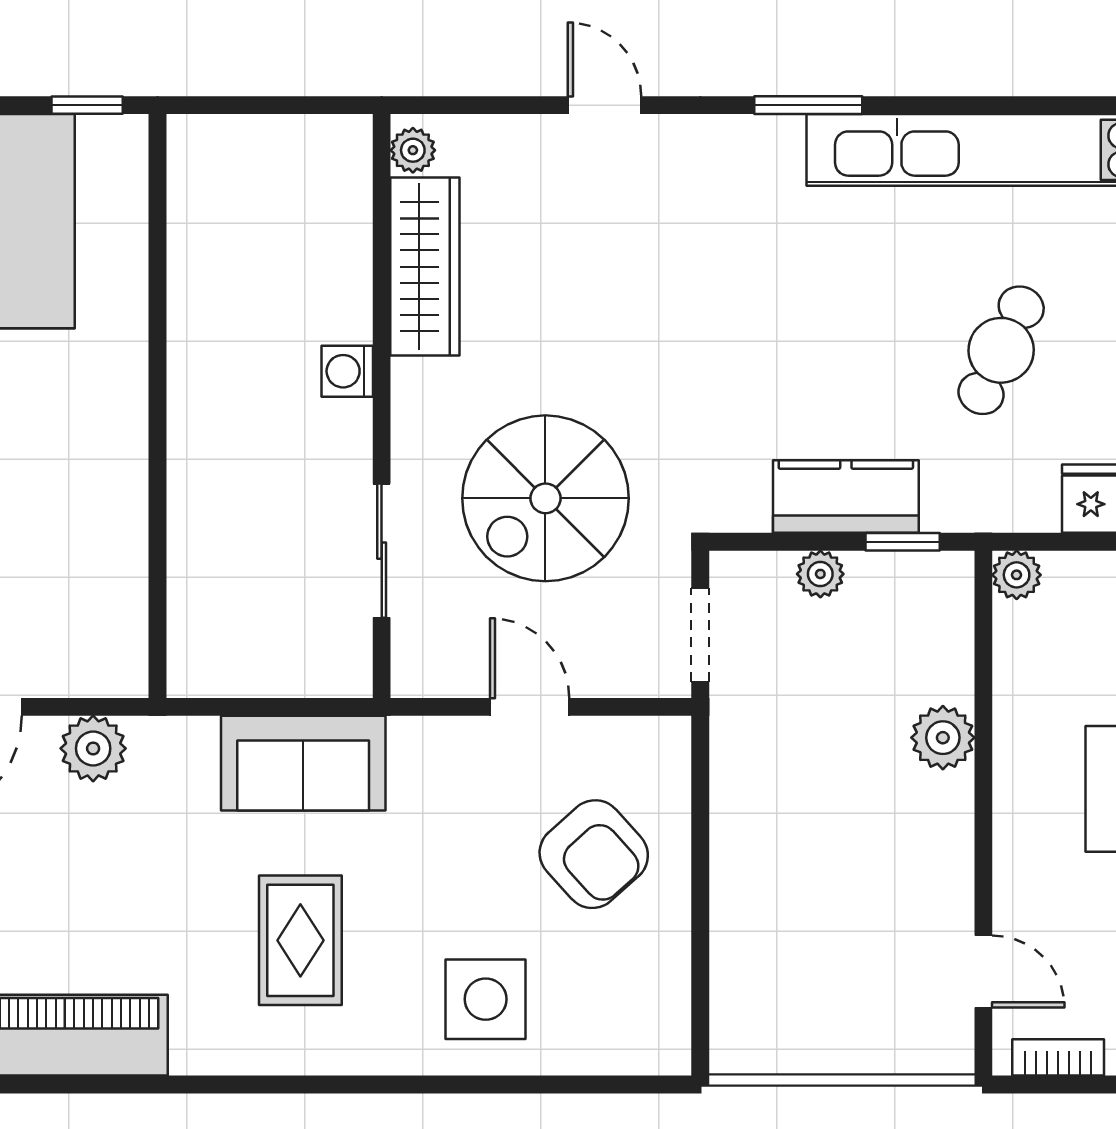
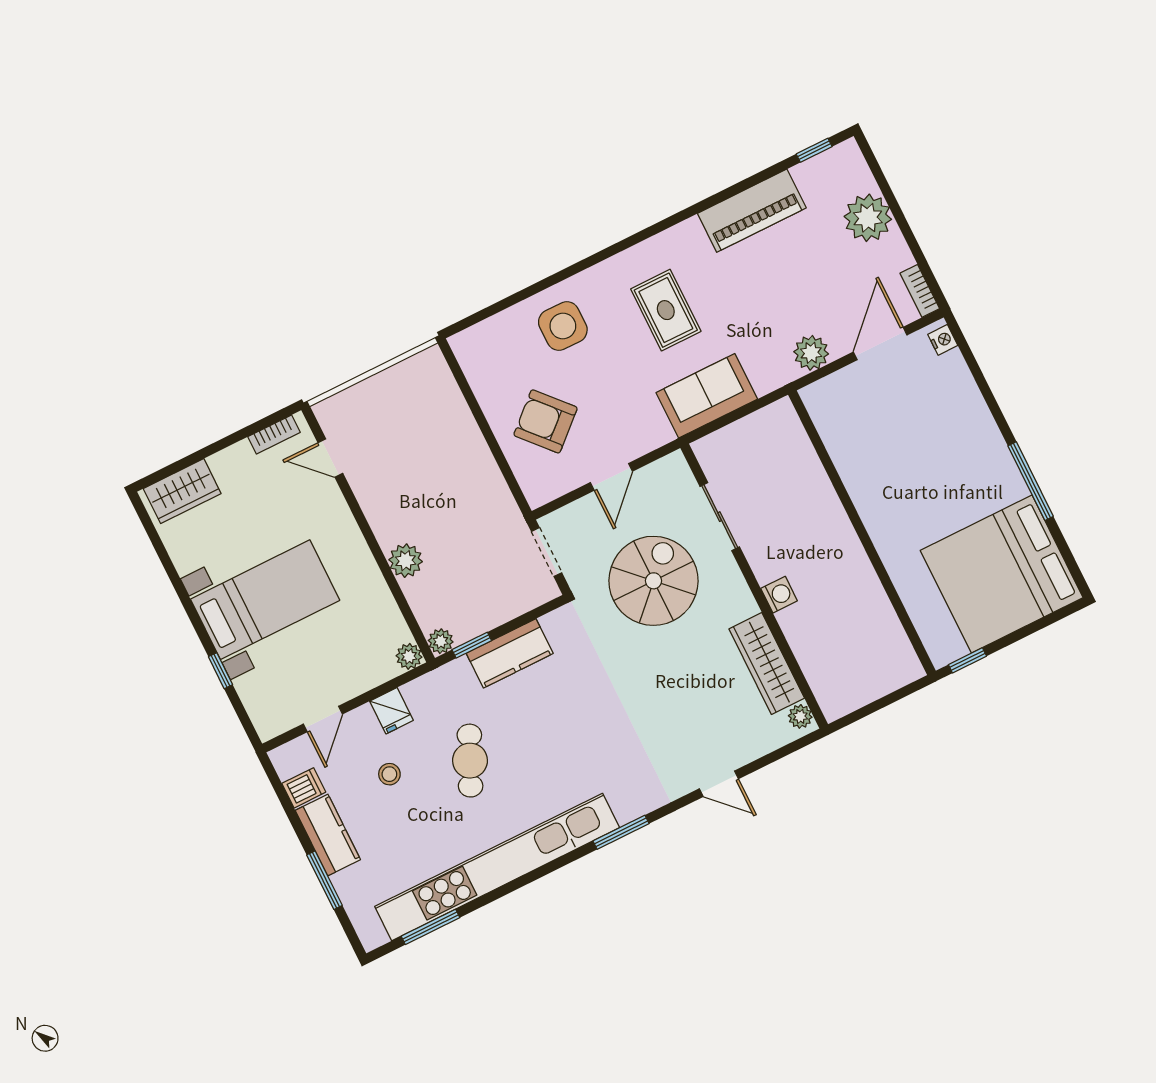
plant: (820, 574) -> (441, 641), moved
door: (530, 707) -> (611, 477), hinge flipped

